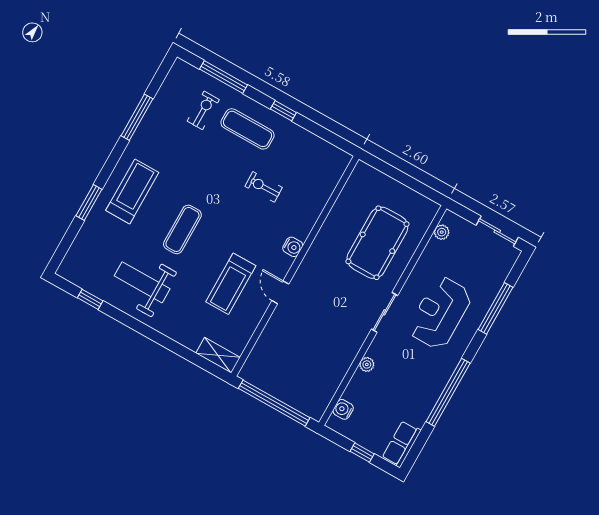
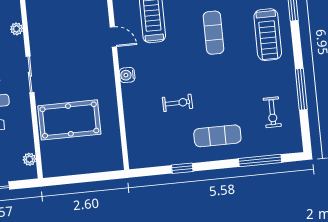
exercise bike: (203, 110) -> (272, 112), moved
window: (283, 111) -> (182, 168), moved
pool table: (377, 243) -> (69, 120), turned 90

